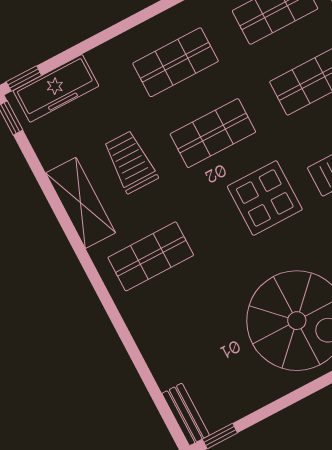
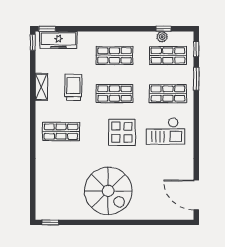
shelving: (81, 203) -> (41, 87), width x0.67, depth x0.75
bench: (186, 414) -> (41, 206), removed

